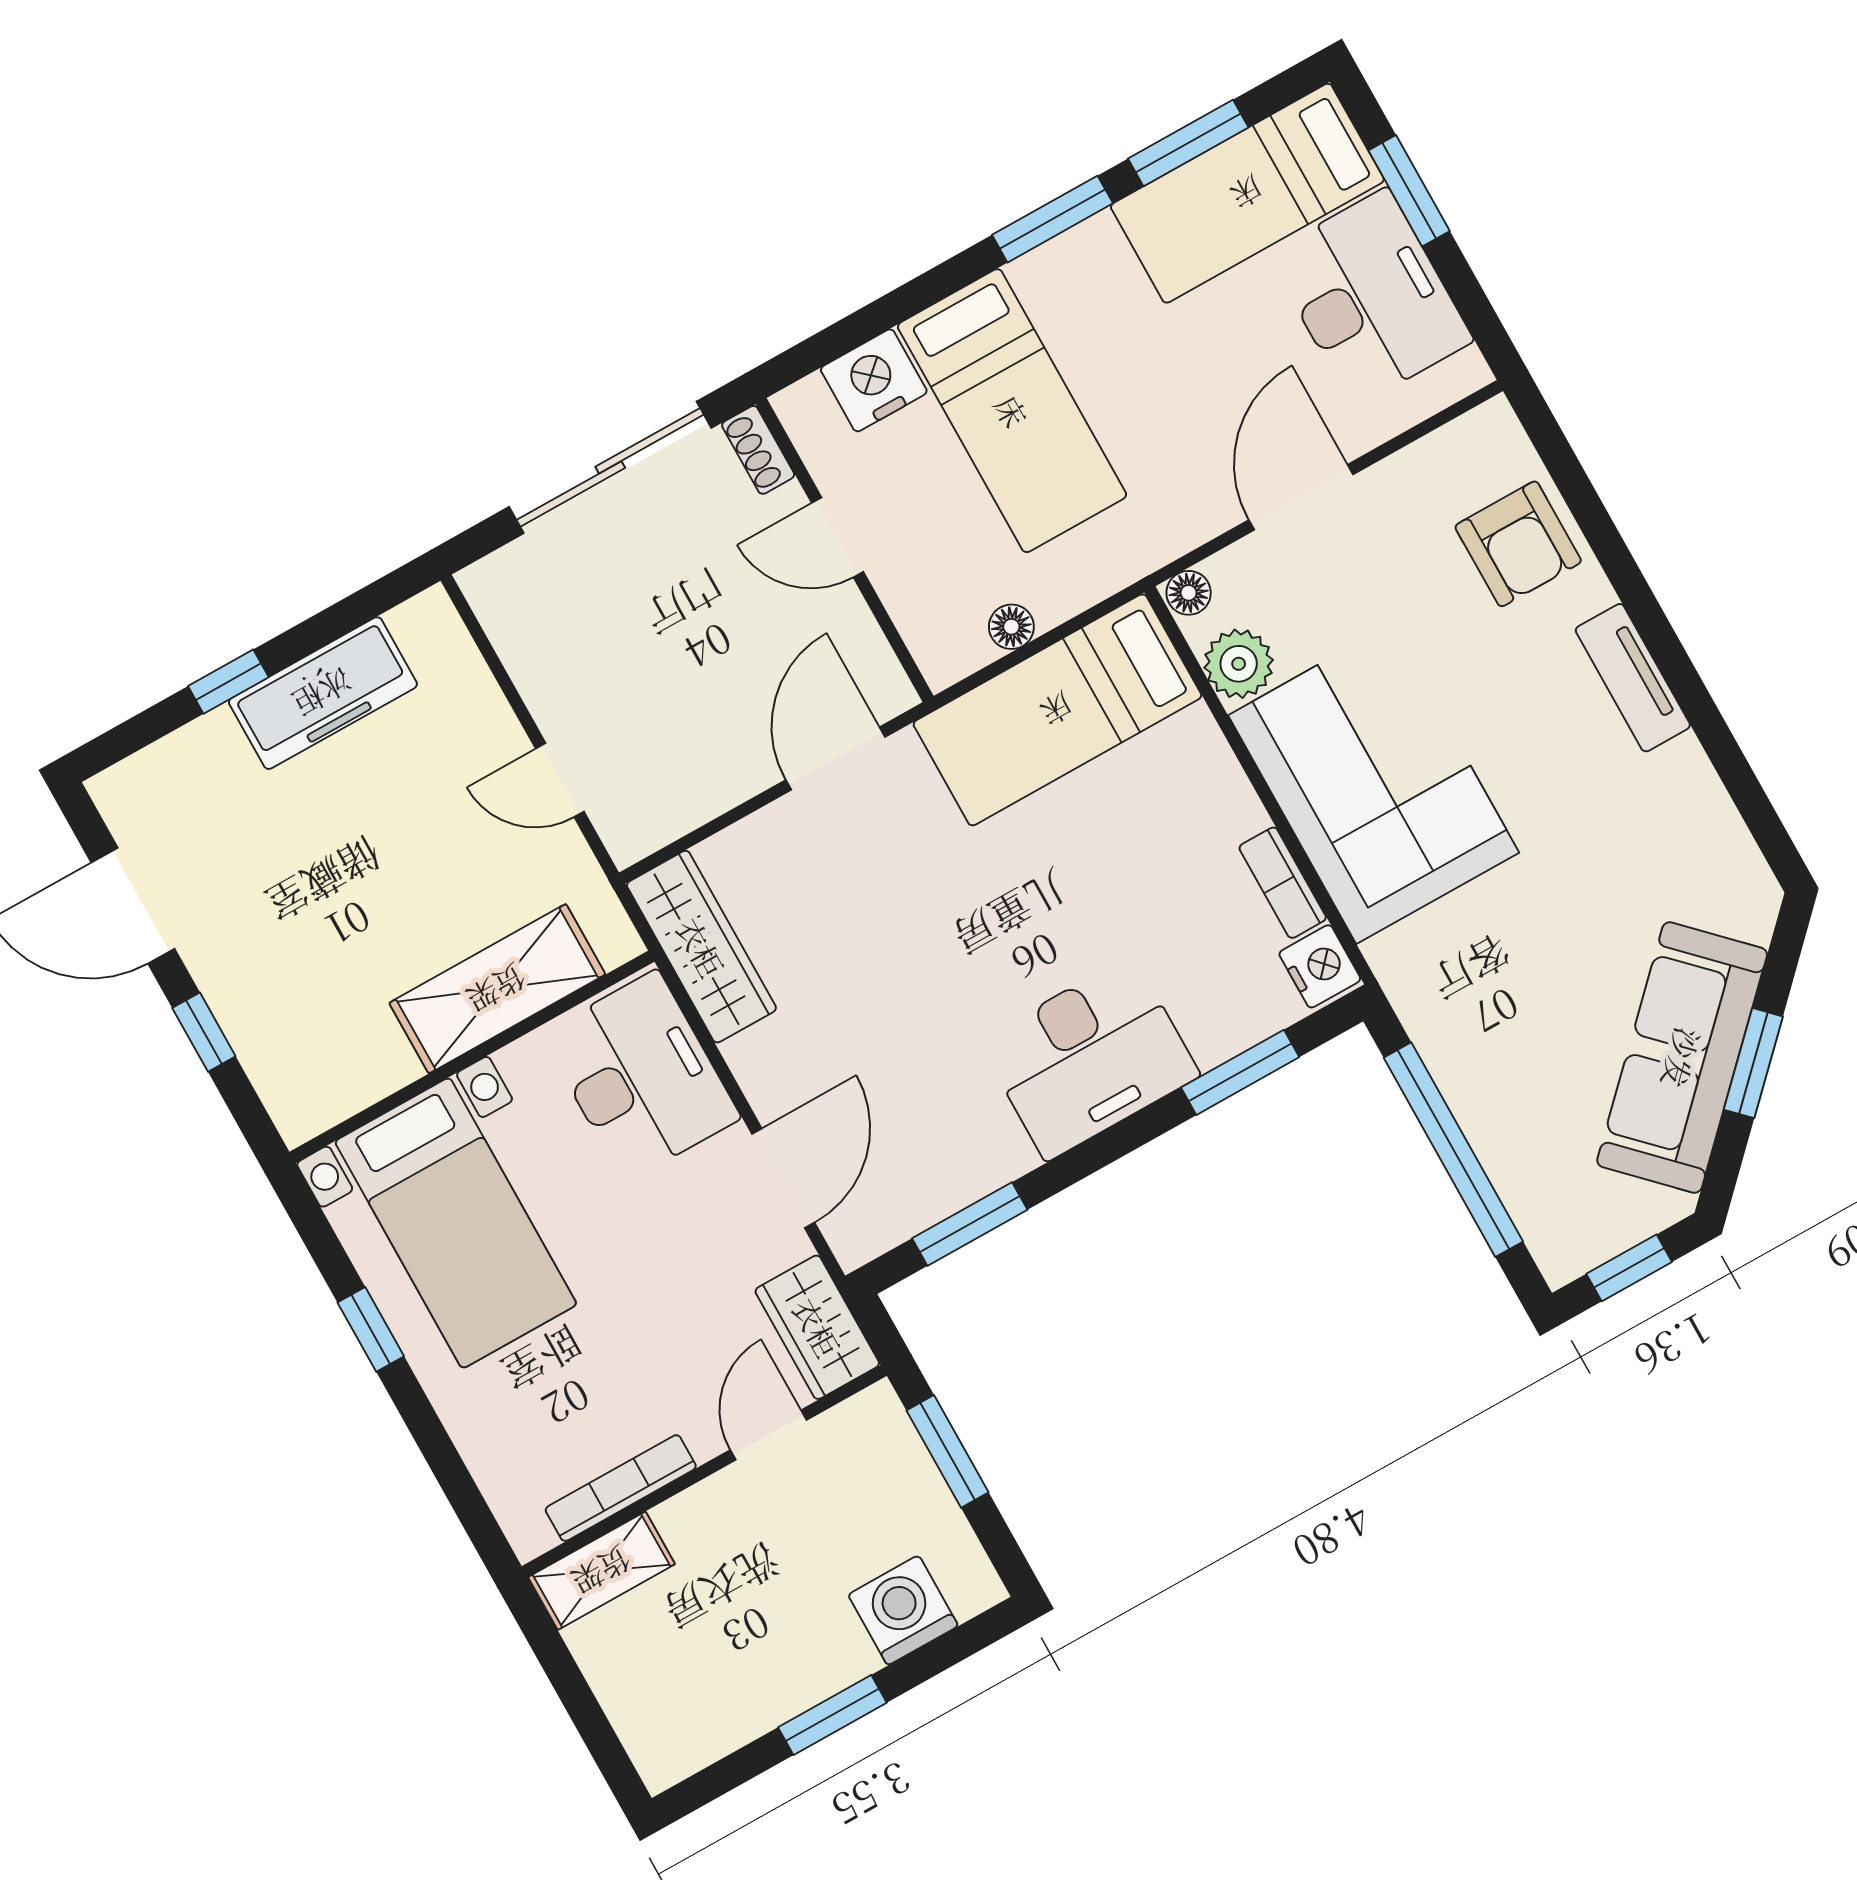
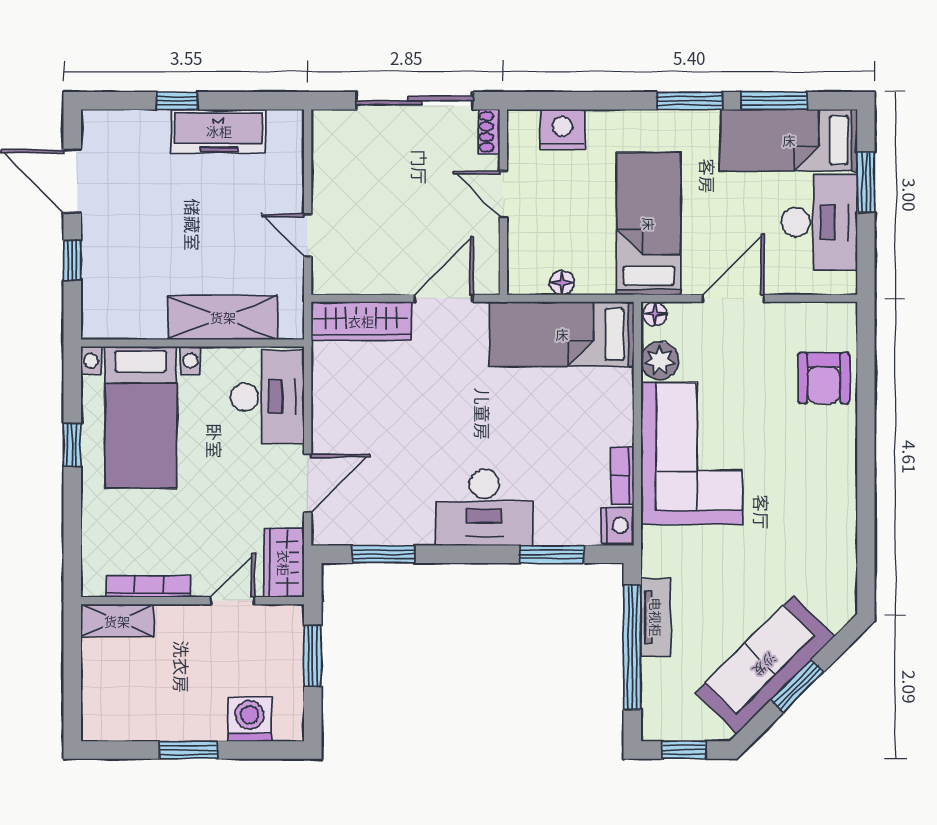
bed: (1012, 411) -> (649, 224), moved, turned 180
tv unit: (1633, 678) -> (656, 617), moved, turned 180
wardrobe: (701, 947) -> (361, 321), moved, turned 90

